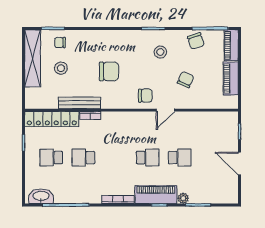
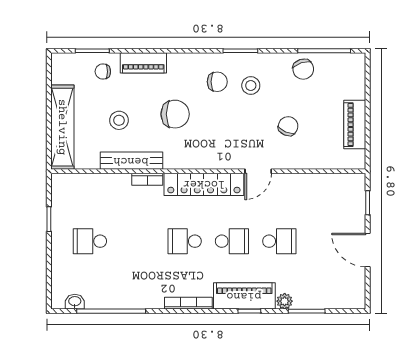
piano: (231, 45) -> (143, 63), moved, turned -90
shelving: (33, 58) -> (62, 127), moved
stool: (61, 68) -> (119, 120), moved
chair: (145, 96) -> (217, 82), moved
locker: (52, 119) -> (204, 184), moved
school desk: (83, 158) -> (185, 241), moved
washbasin: (41, 196) -> (75, 302), width x0.52, depth x0.69

